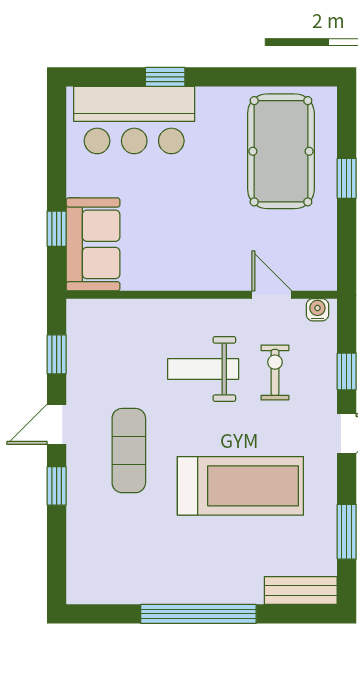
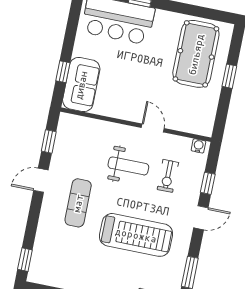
door: (272, 295) -> (153, 128), moved
weight bench: (203, 369) -> (128, 166), turned 180
exercise bike: (275, 372) -> (168, 176), turned 180
window: (57, 486) -> (25, 260), moved

